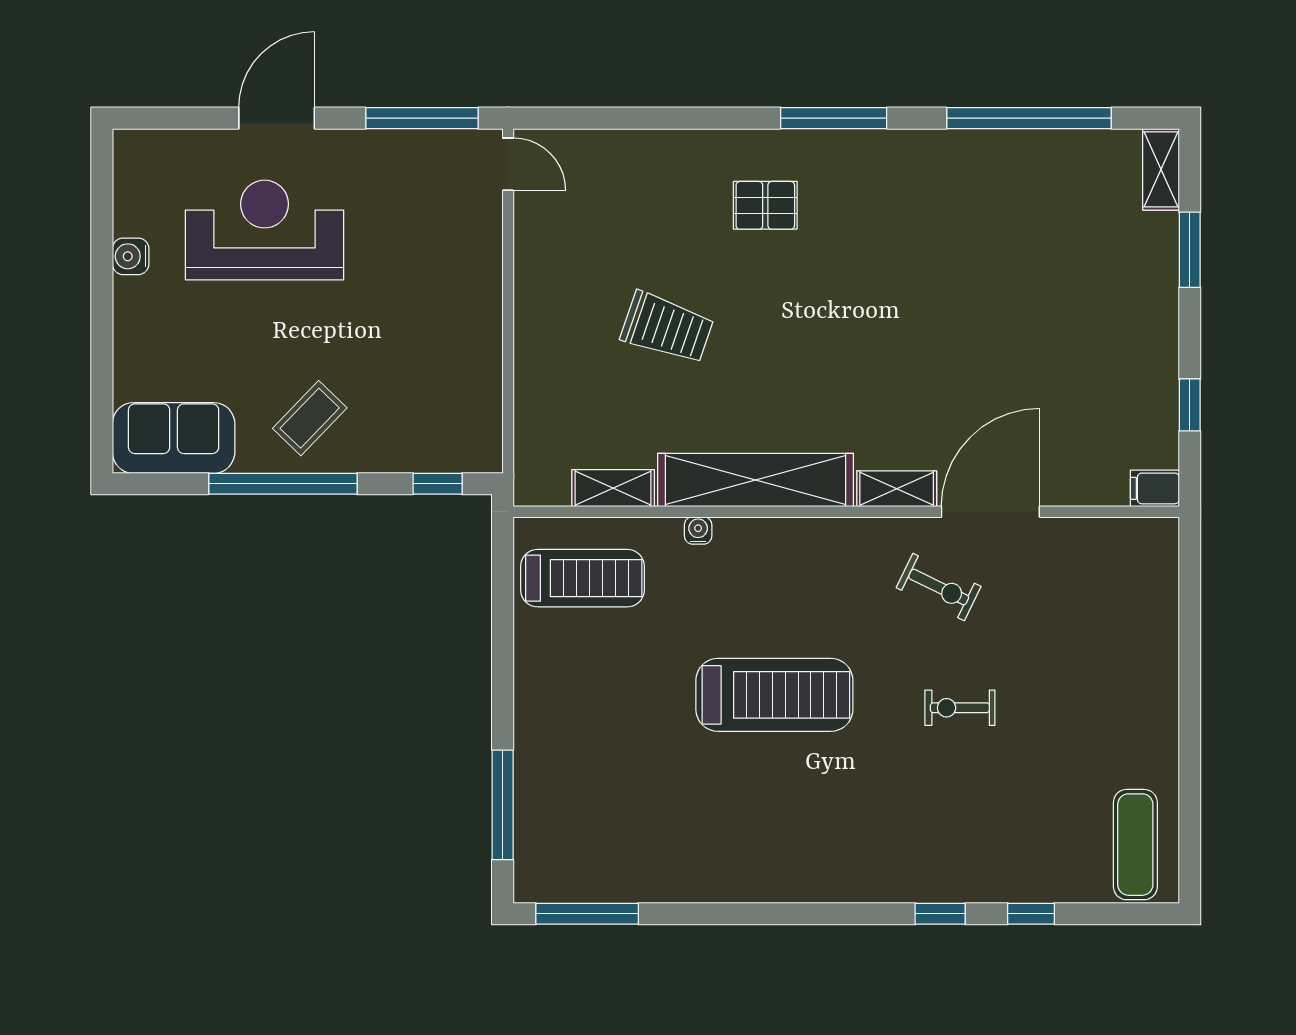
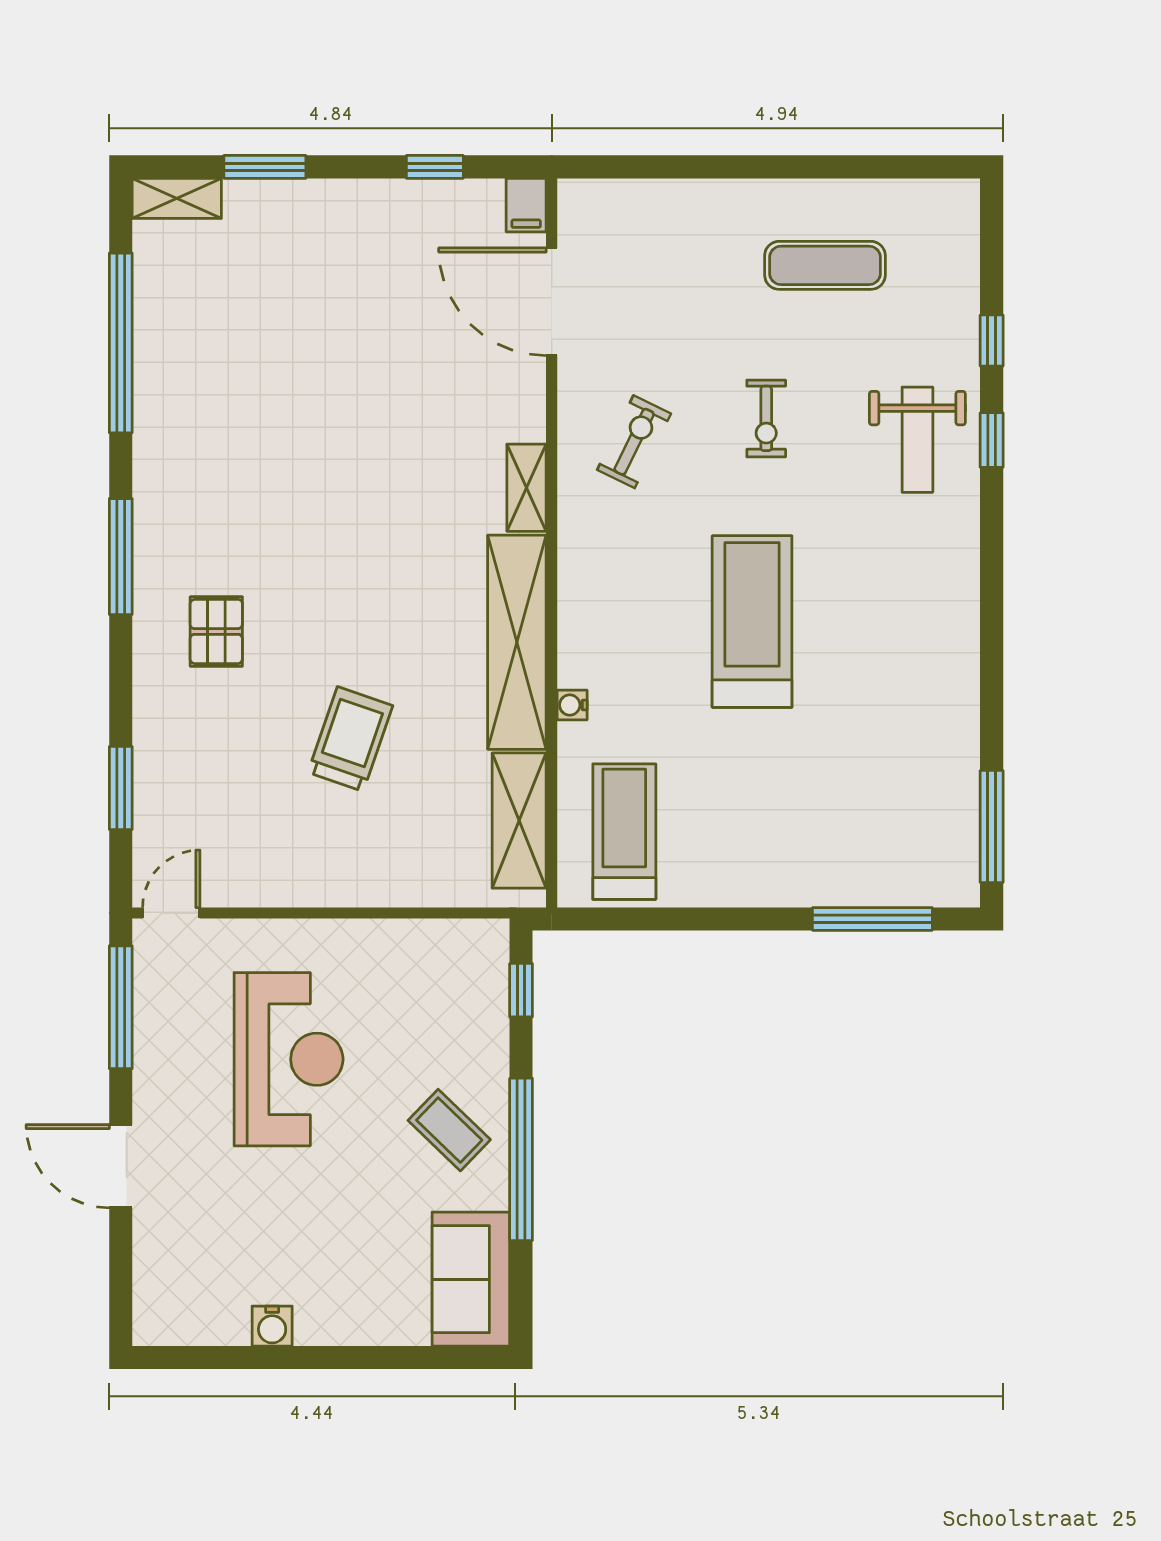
window: (622, 118) -> (121, 788), added
reception desk: (265, 230) -> (289, 1059), moved, turned 180
shelving: (613, 488) -> (519, 821), width x1.50, depth x1.33
door: (990, 512) -> (552, 302), moved
exercise mat: (1135, 845) -> (825, 265), moved
weight bench: (941, 846) -> (917, 440), added

